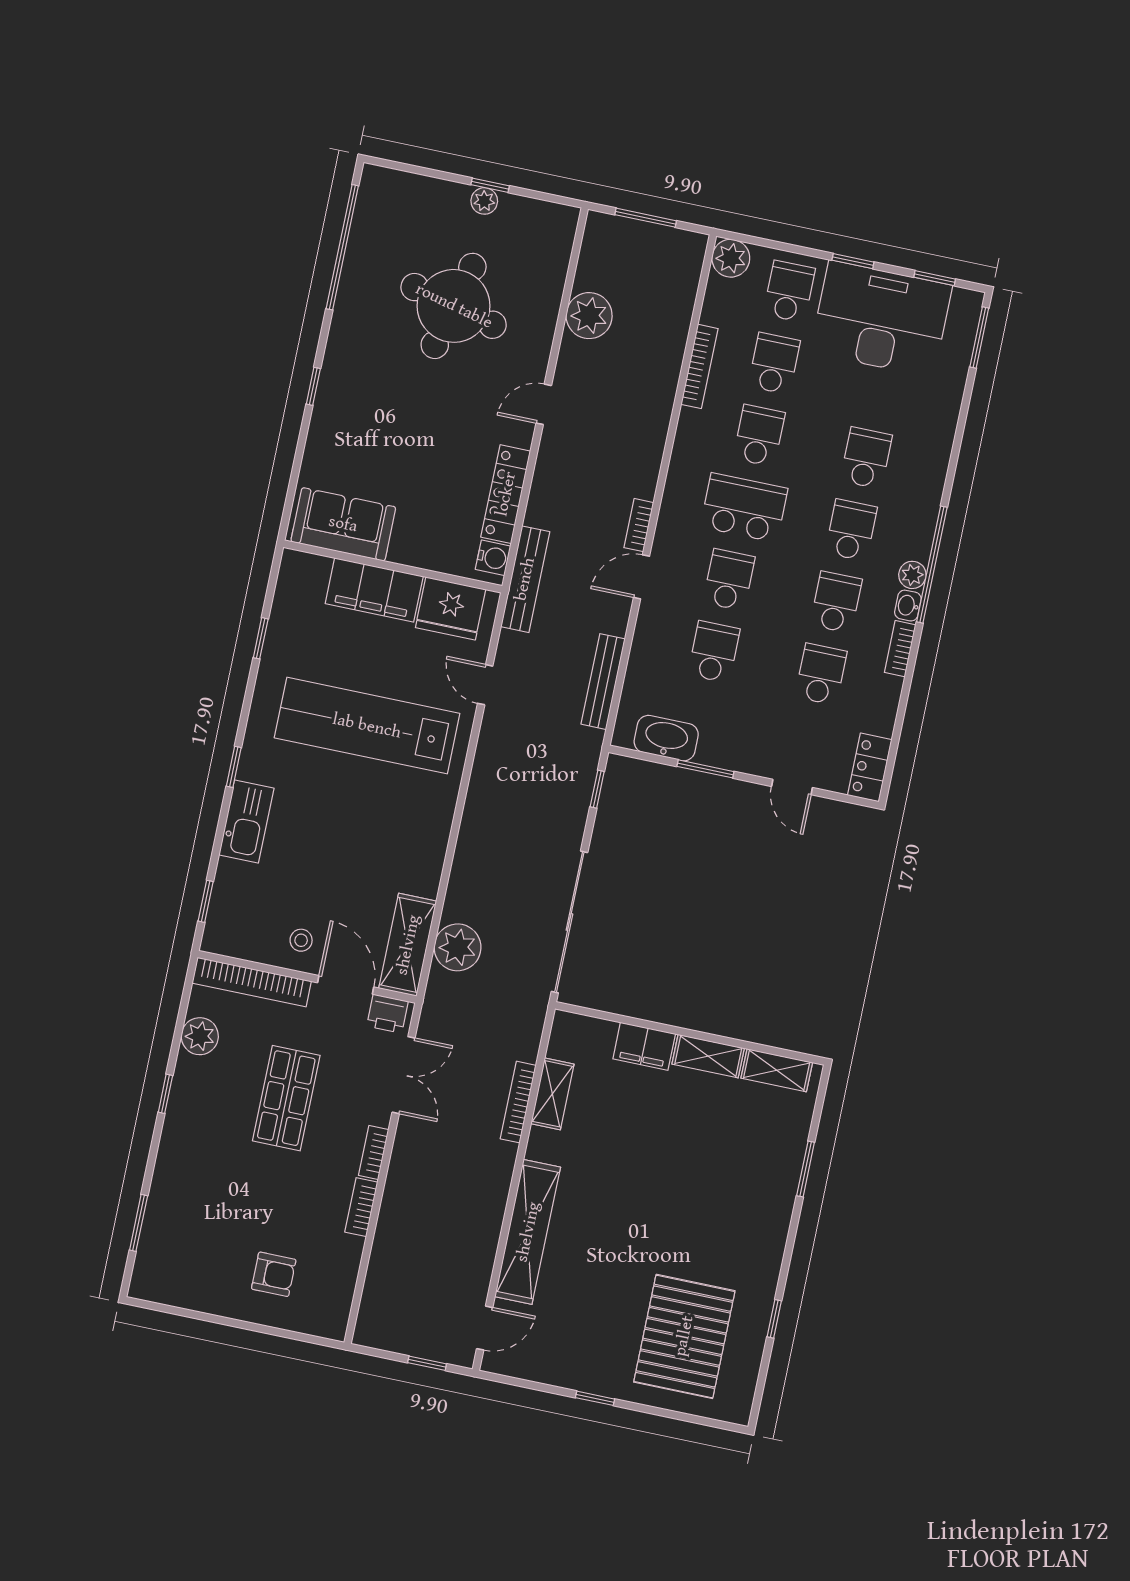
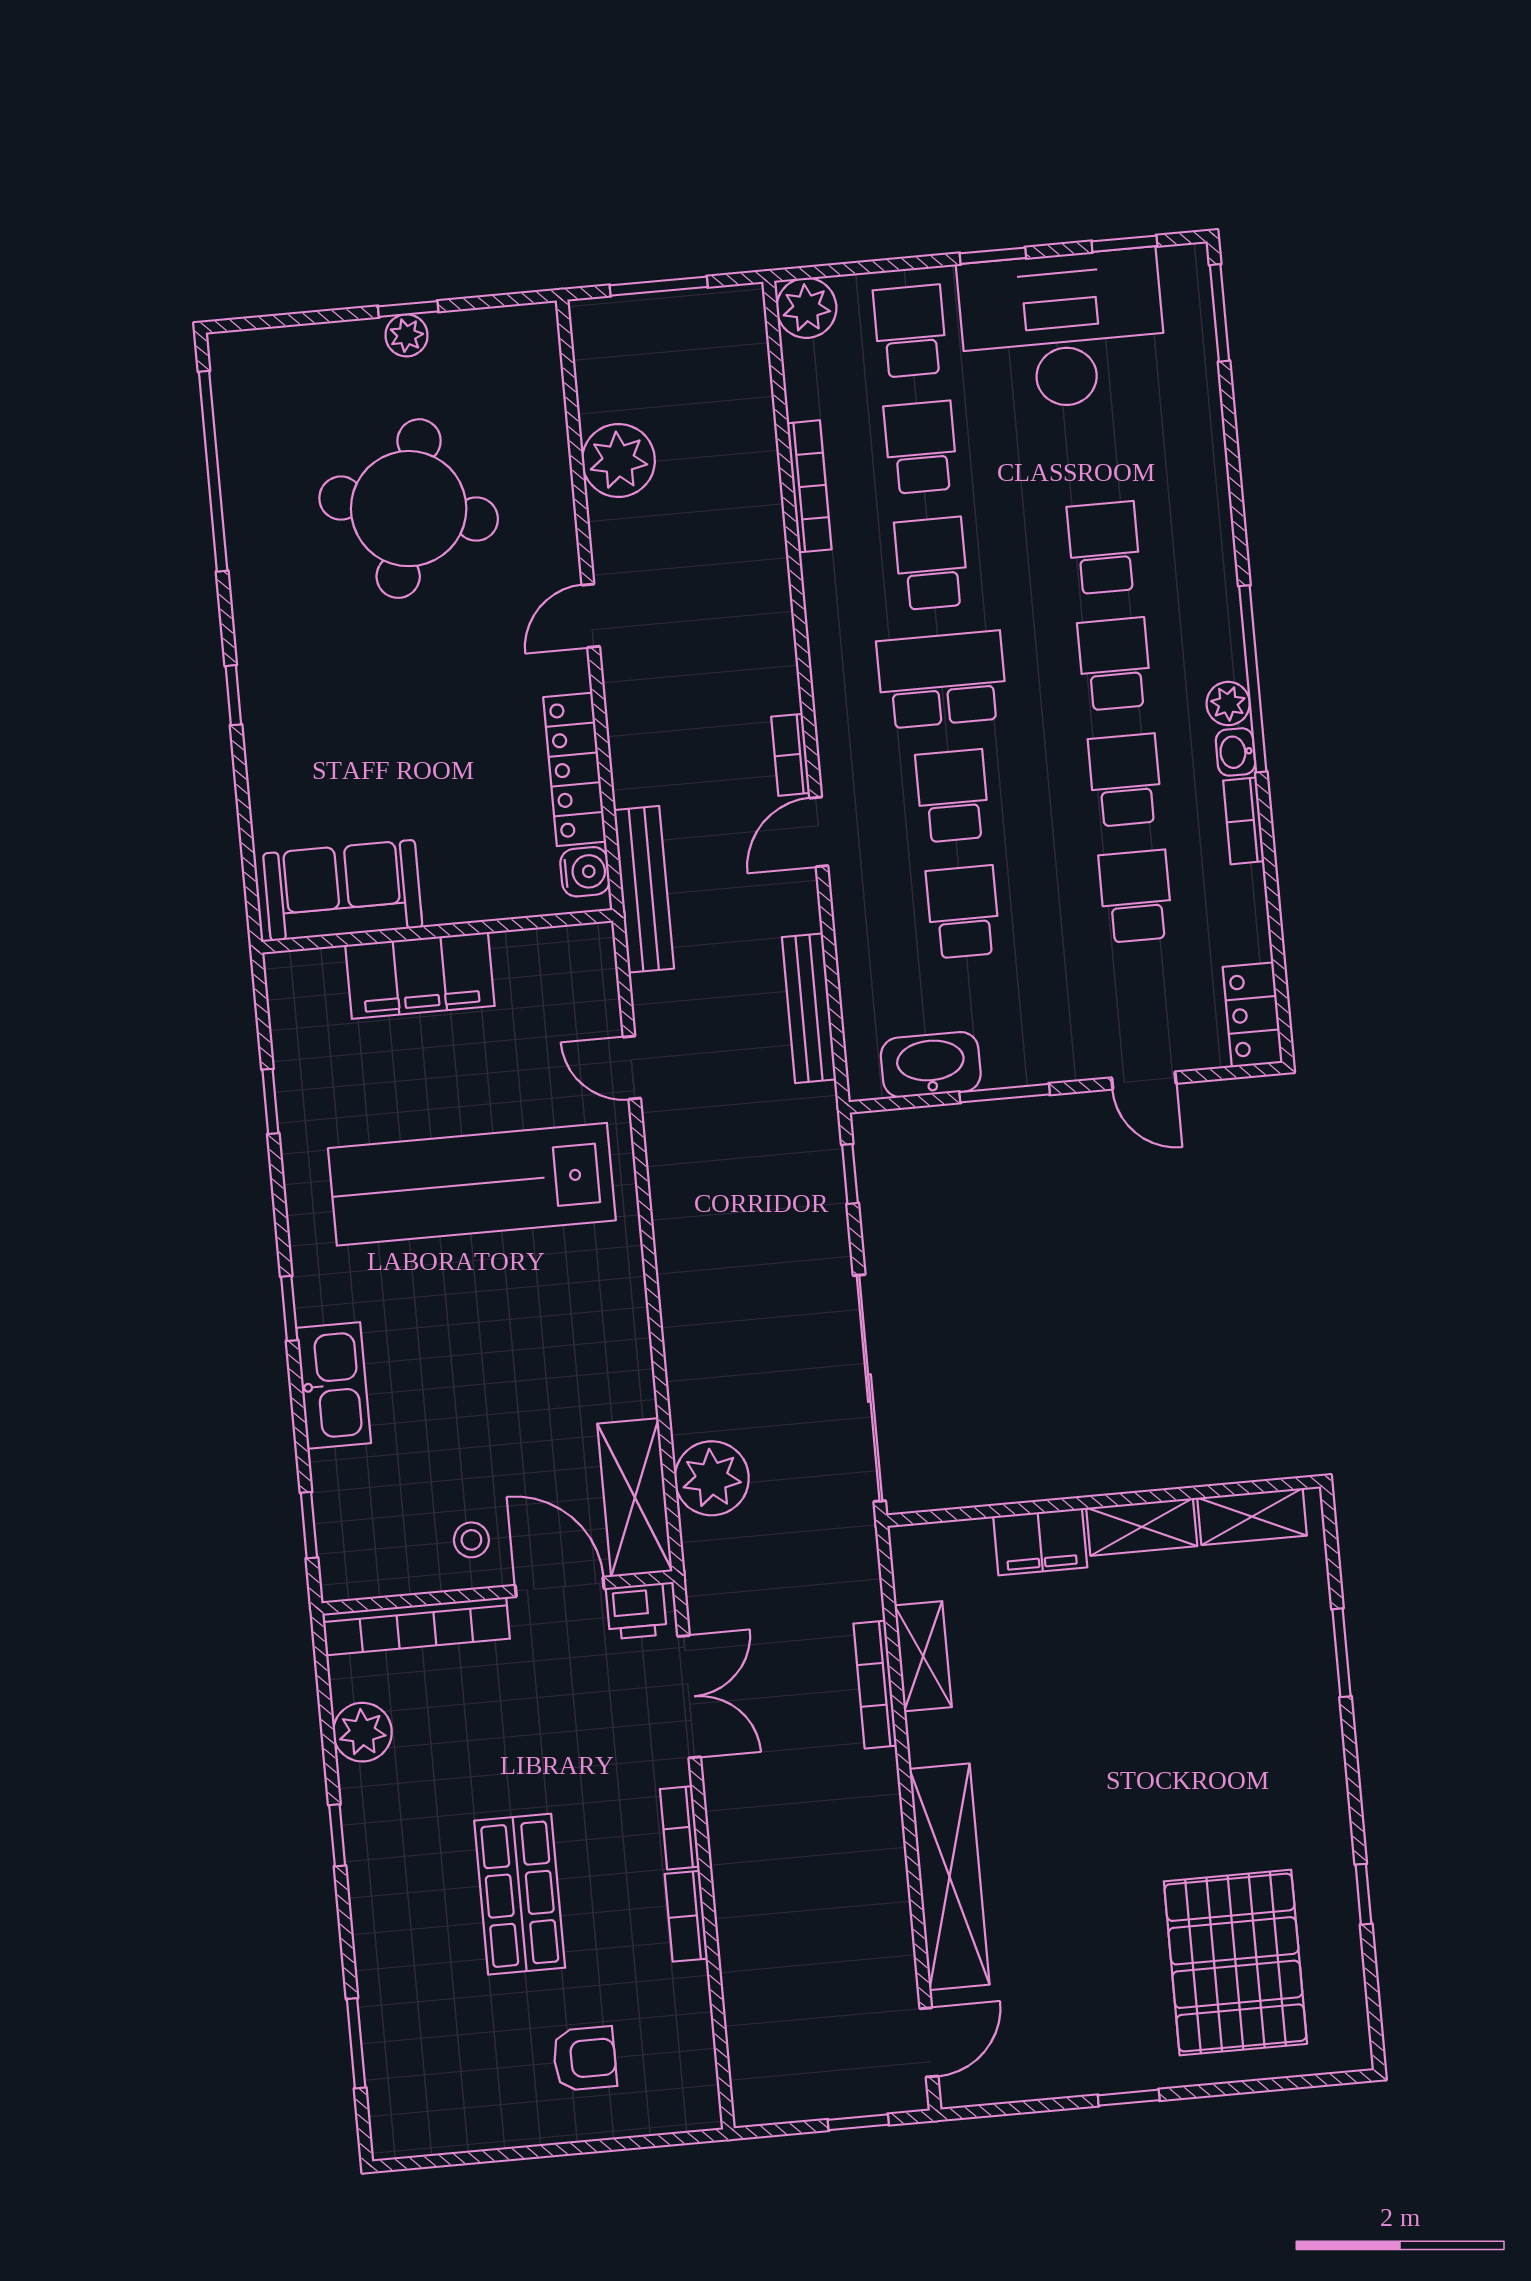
fridge: (451, 608) -> (544, 968), removed
shop shelf: (286, 1098) -> (520, 1894), moved

